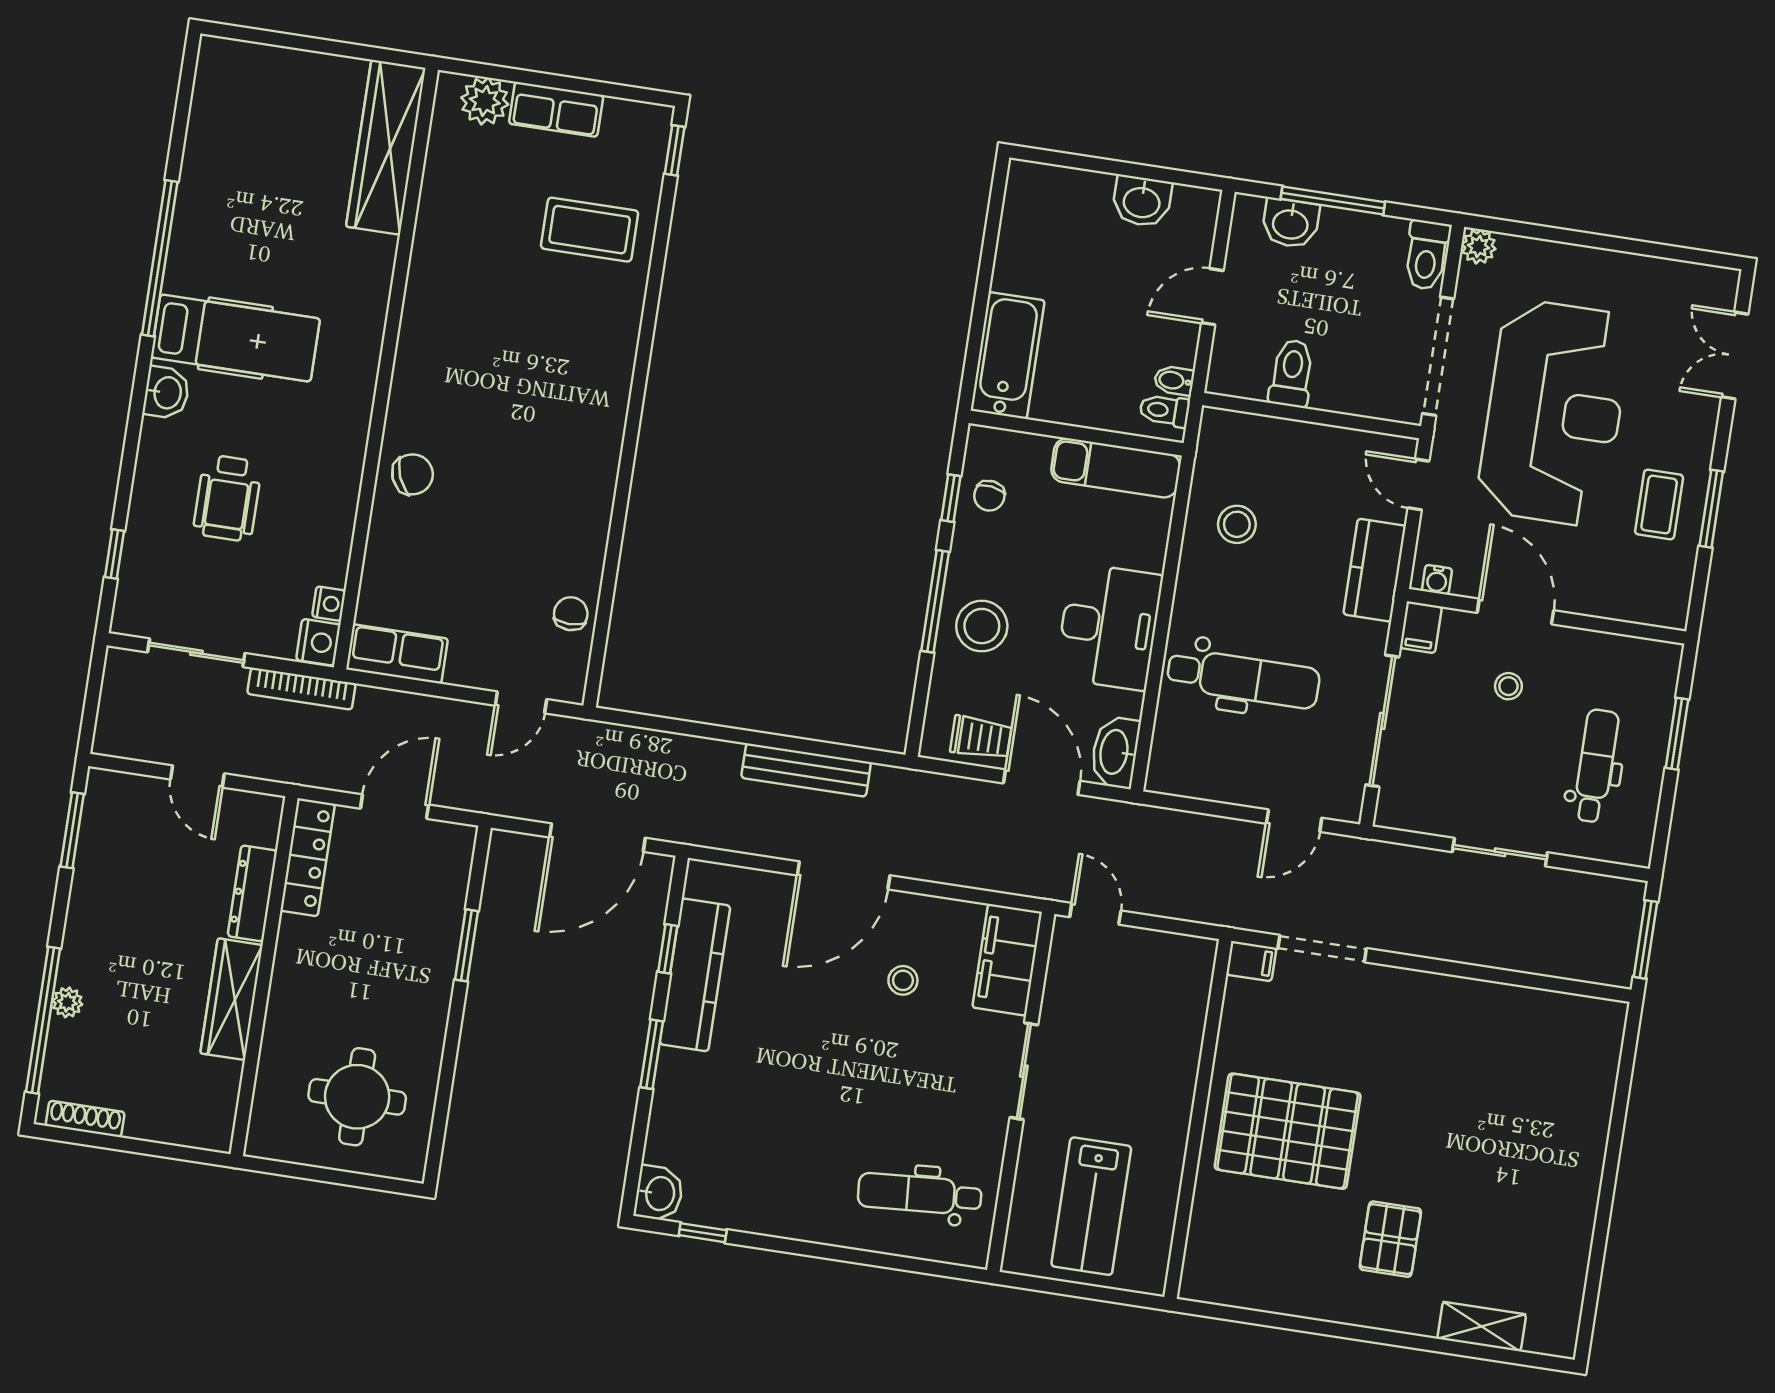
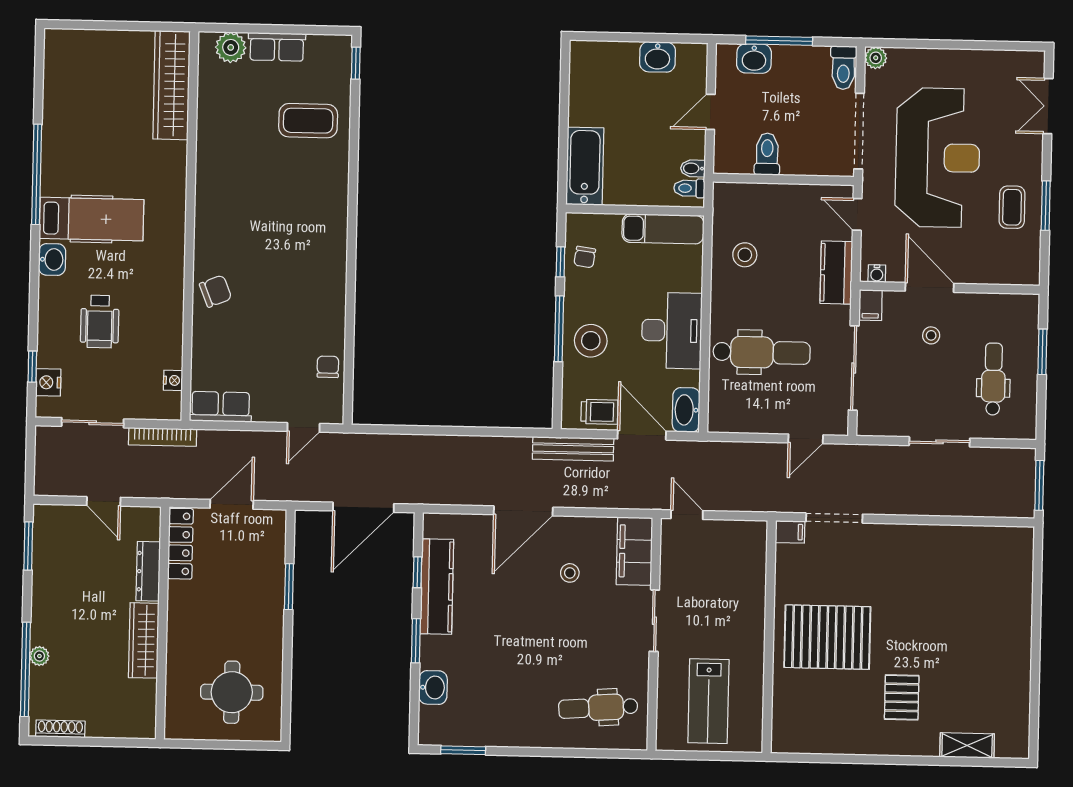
nightstand: (318, 642) -> (48, 382), moved, turned 180
bench: (806, 770) -> (573, 449), moved
washbasin: (659, 1193) -> (433, 687), moved
window: (703, 1233) -> (463, 750), width x1.50

